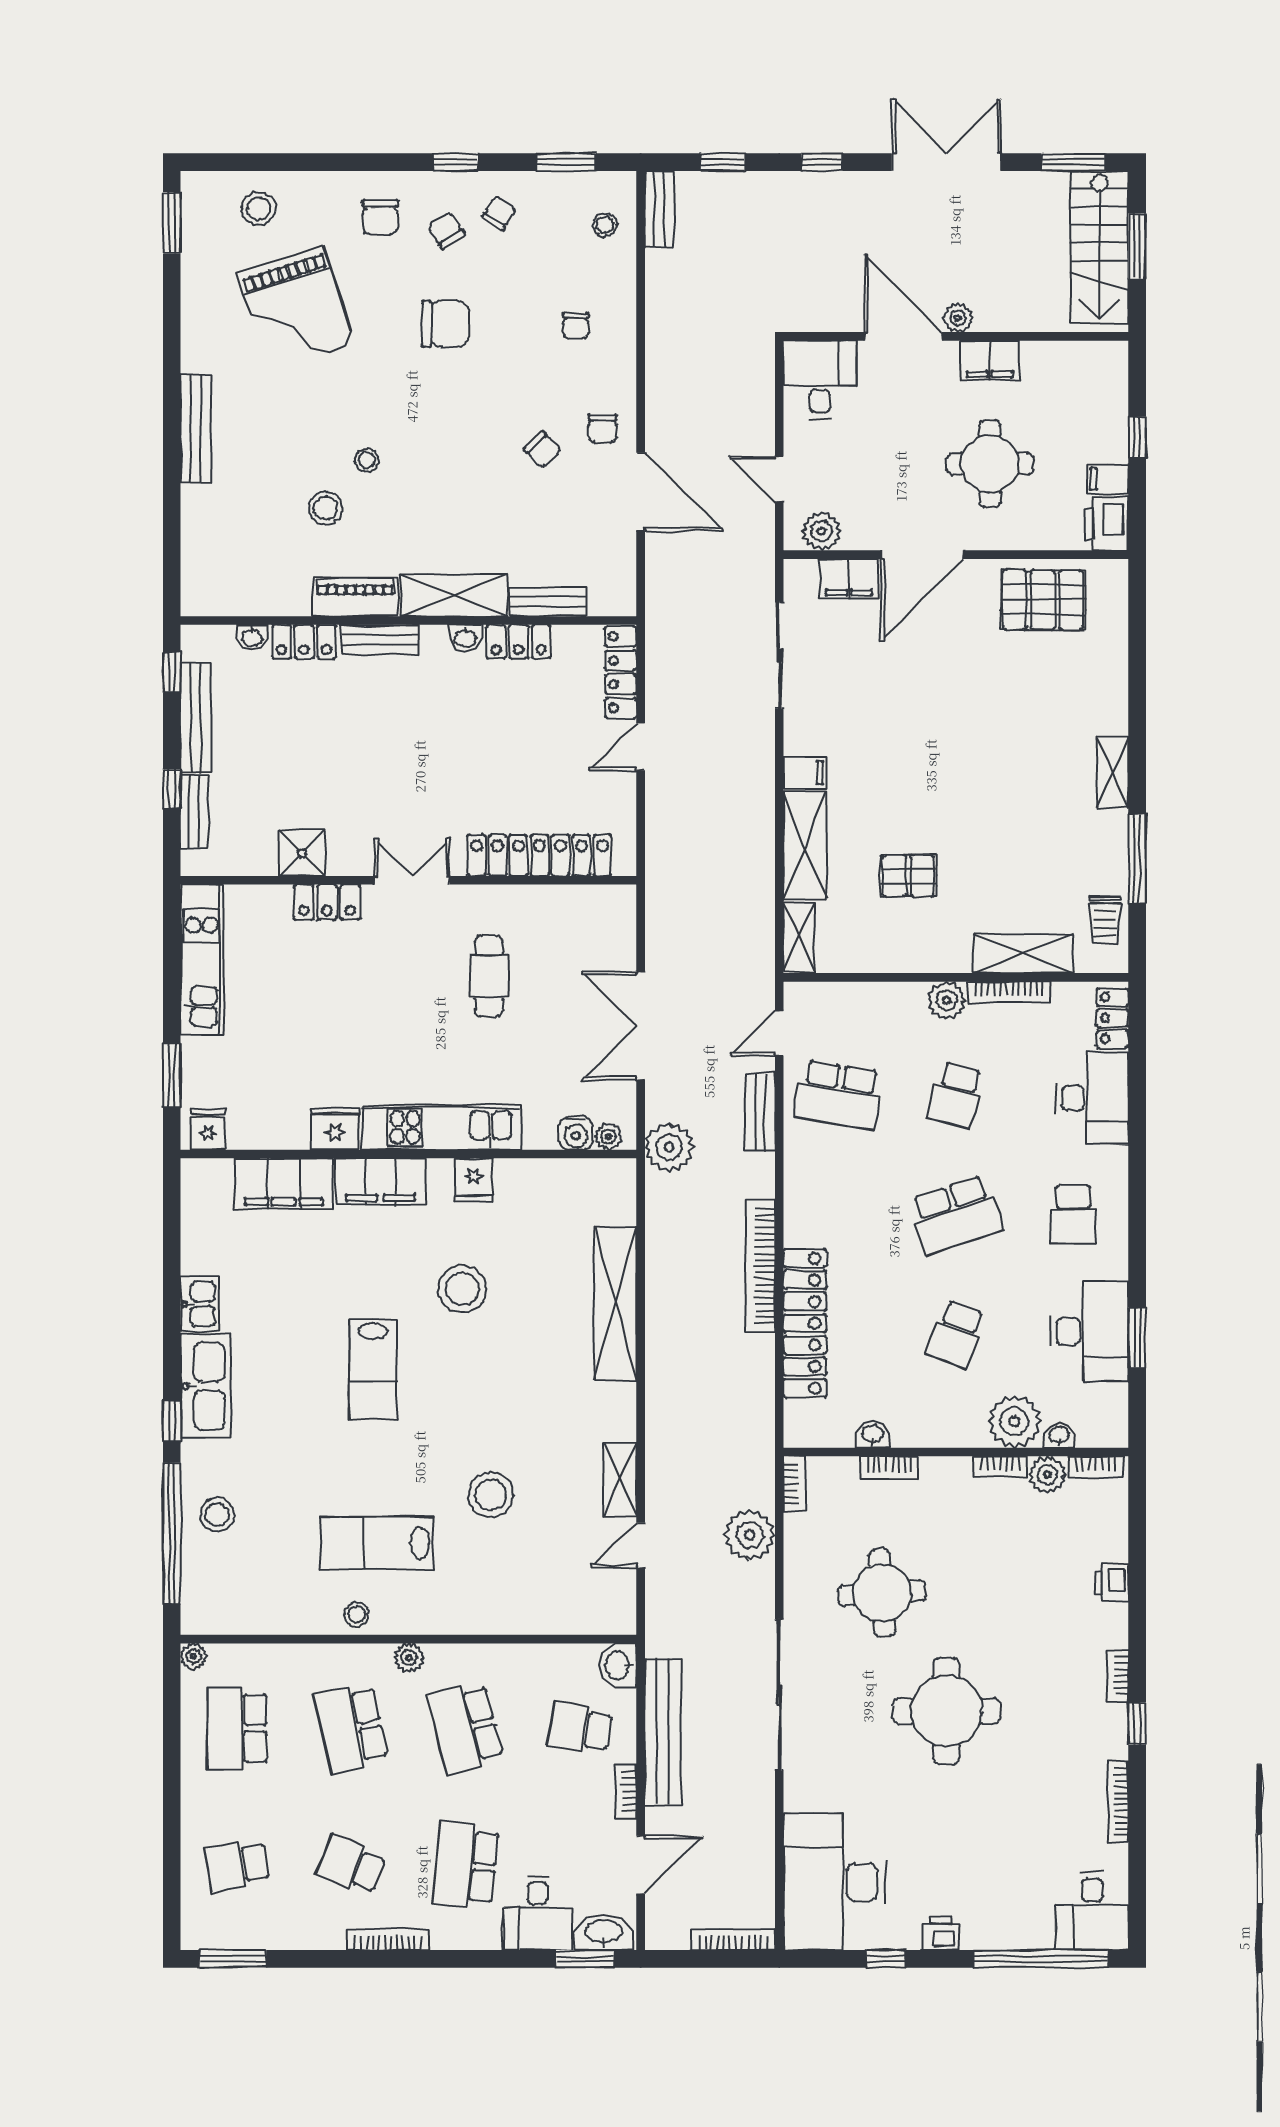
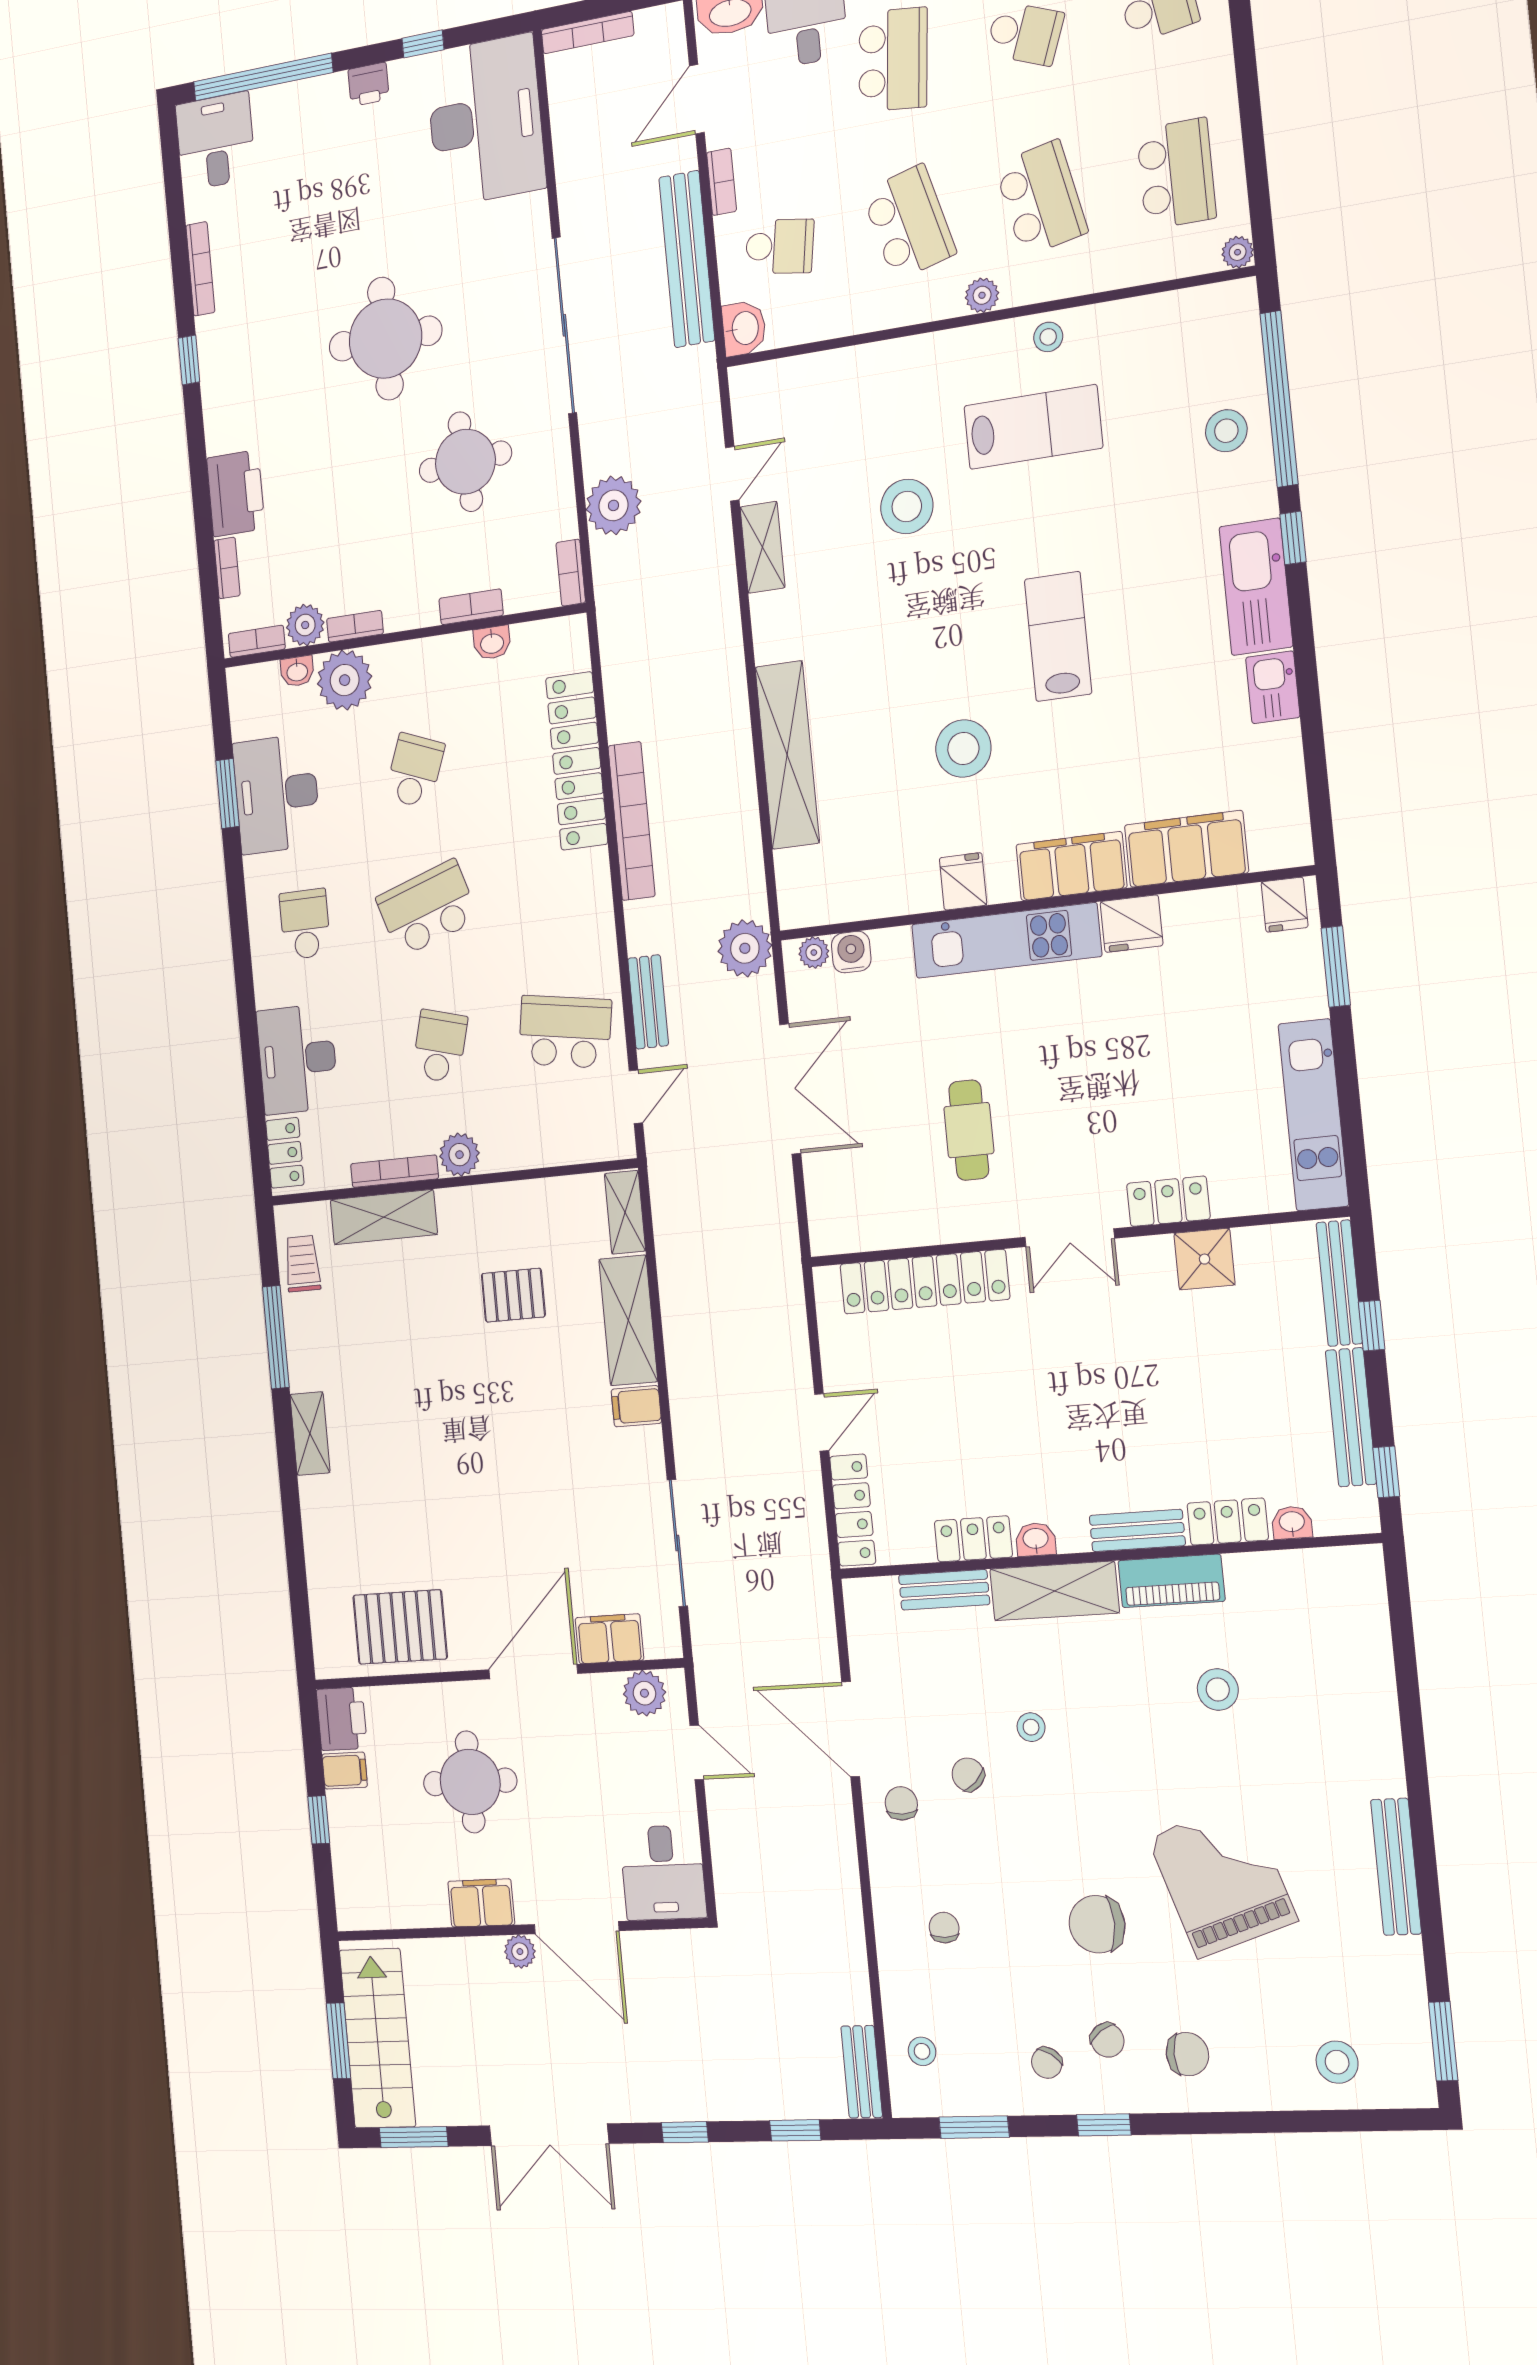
chair: (380, 218) -> (1187, 2054), turned 90
grand piano: (296, 309) -> (1222, 1879), moved
bench: (196, 428) -> (1396, 1867), moved
stool: (367, 460) -> (1031, 1727), moved
bench: (194, 811) -> (1339, 1283), width x1.36
printer: (1111, 1583) -> (236, 493), width x1.87, depth x1.48
bookcase: (1118, 1676) -> (227, 568), moved

